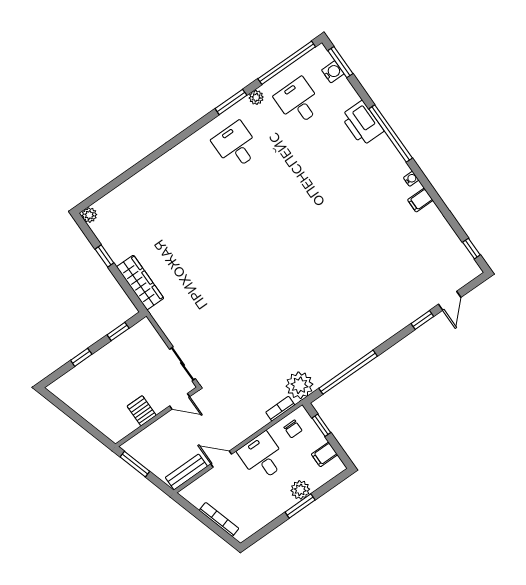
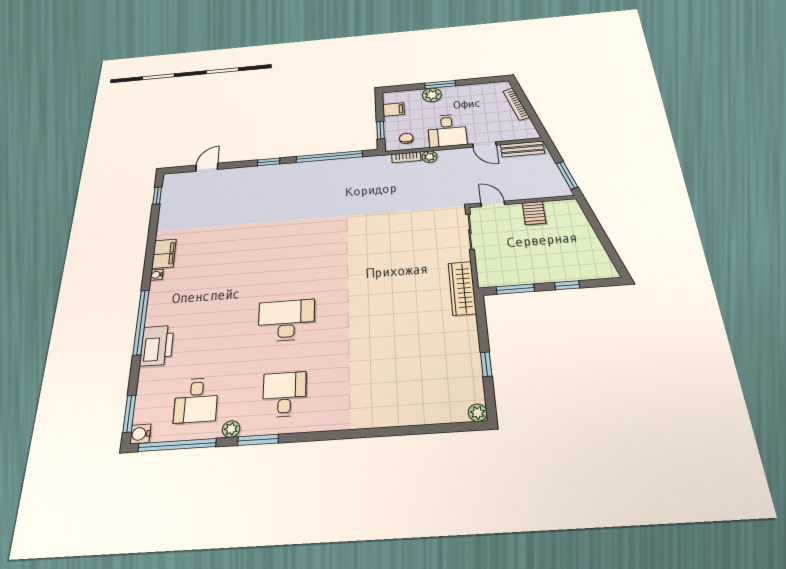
water cooler: (333, 72) -> (140, 434), moved
desk: (236, 145) -> (284, 394), turned 180
filing cabinet: (420, 200) -> (164, 254), width x2.00
desk: (276, 203) -> (286, 320), added
wardrobe: (140, 283) -> (462, 288), moved
window: (422, 320) -> (269, 162), moved
window: (118, 331) -> (515, 289), width x1.50
plant: (299, 385) -> (430, 157), moved, width x0.53, depth x0.53

